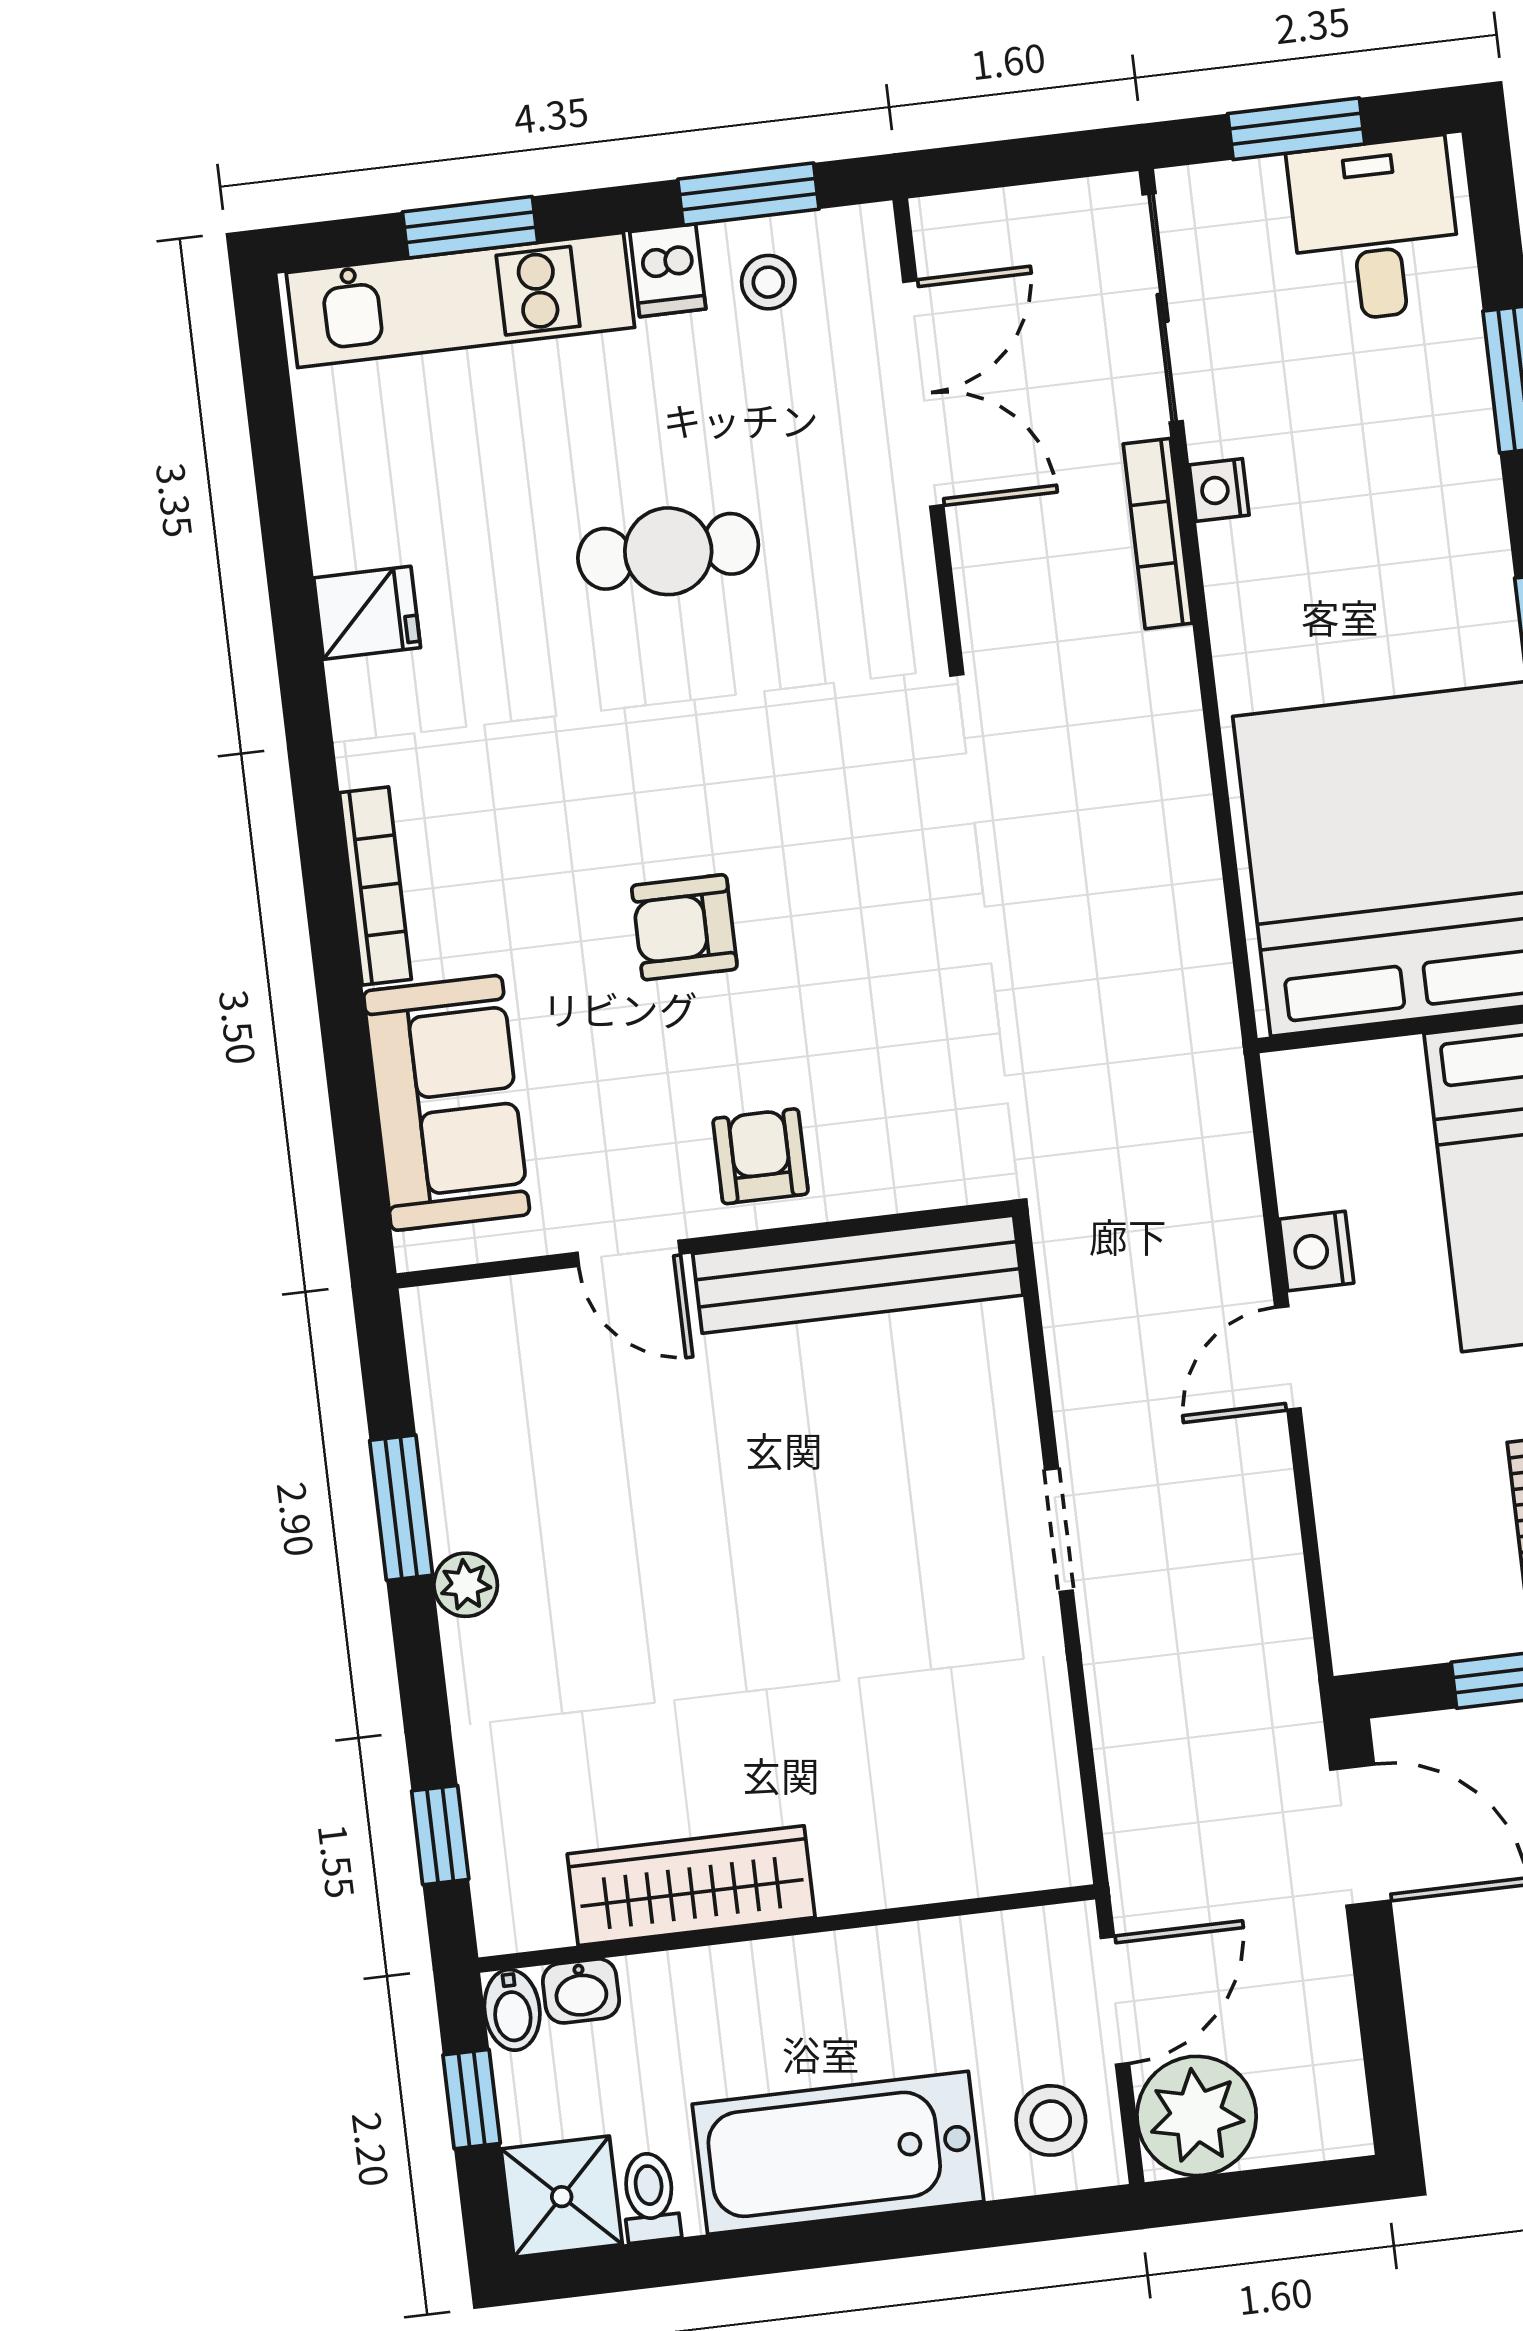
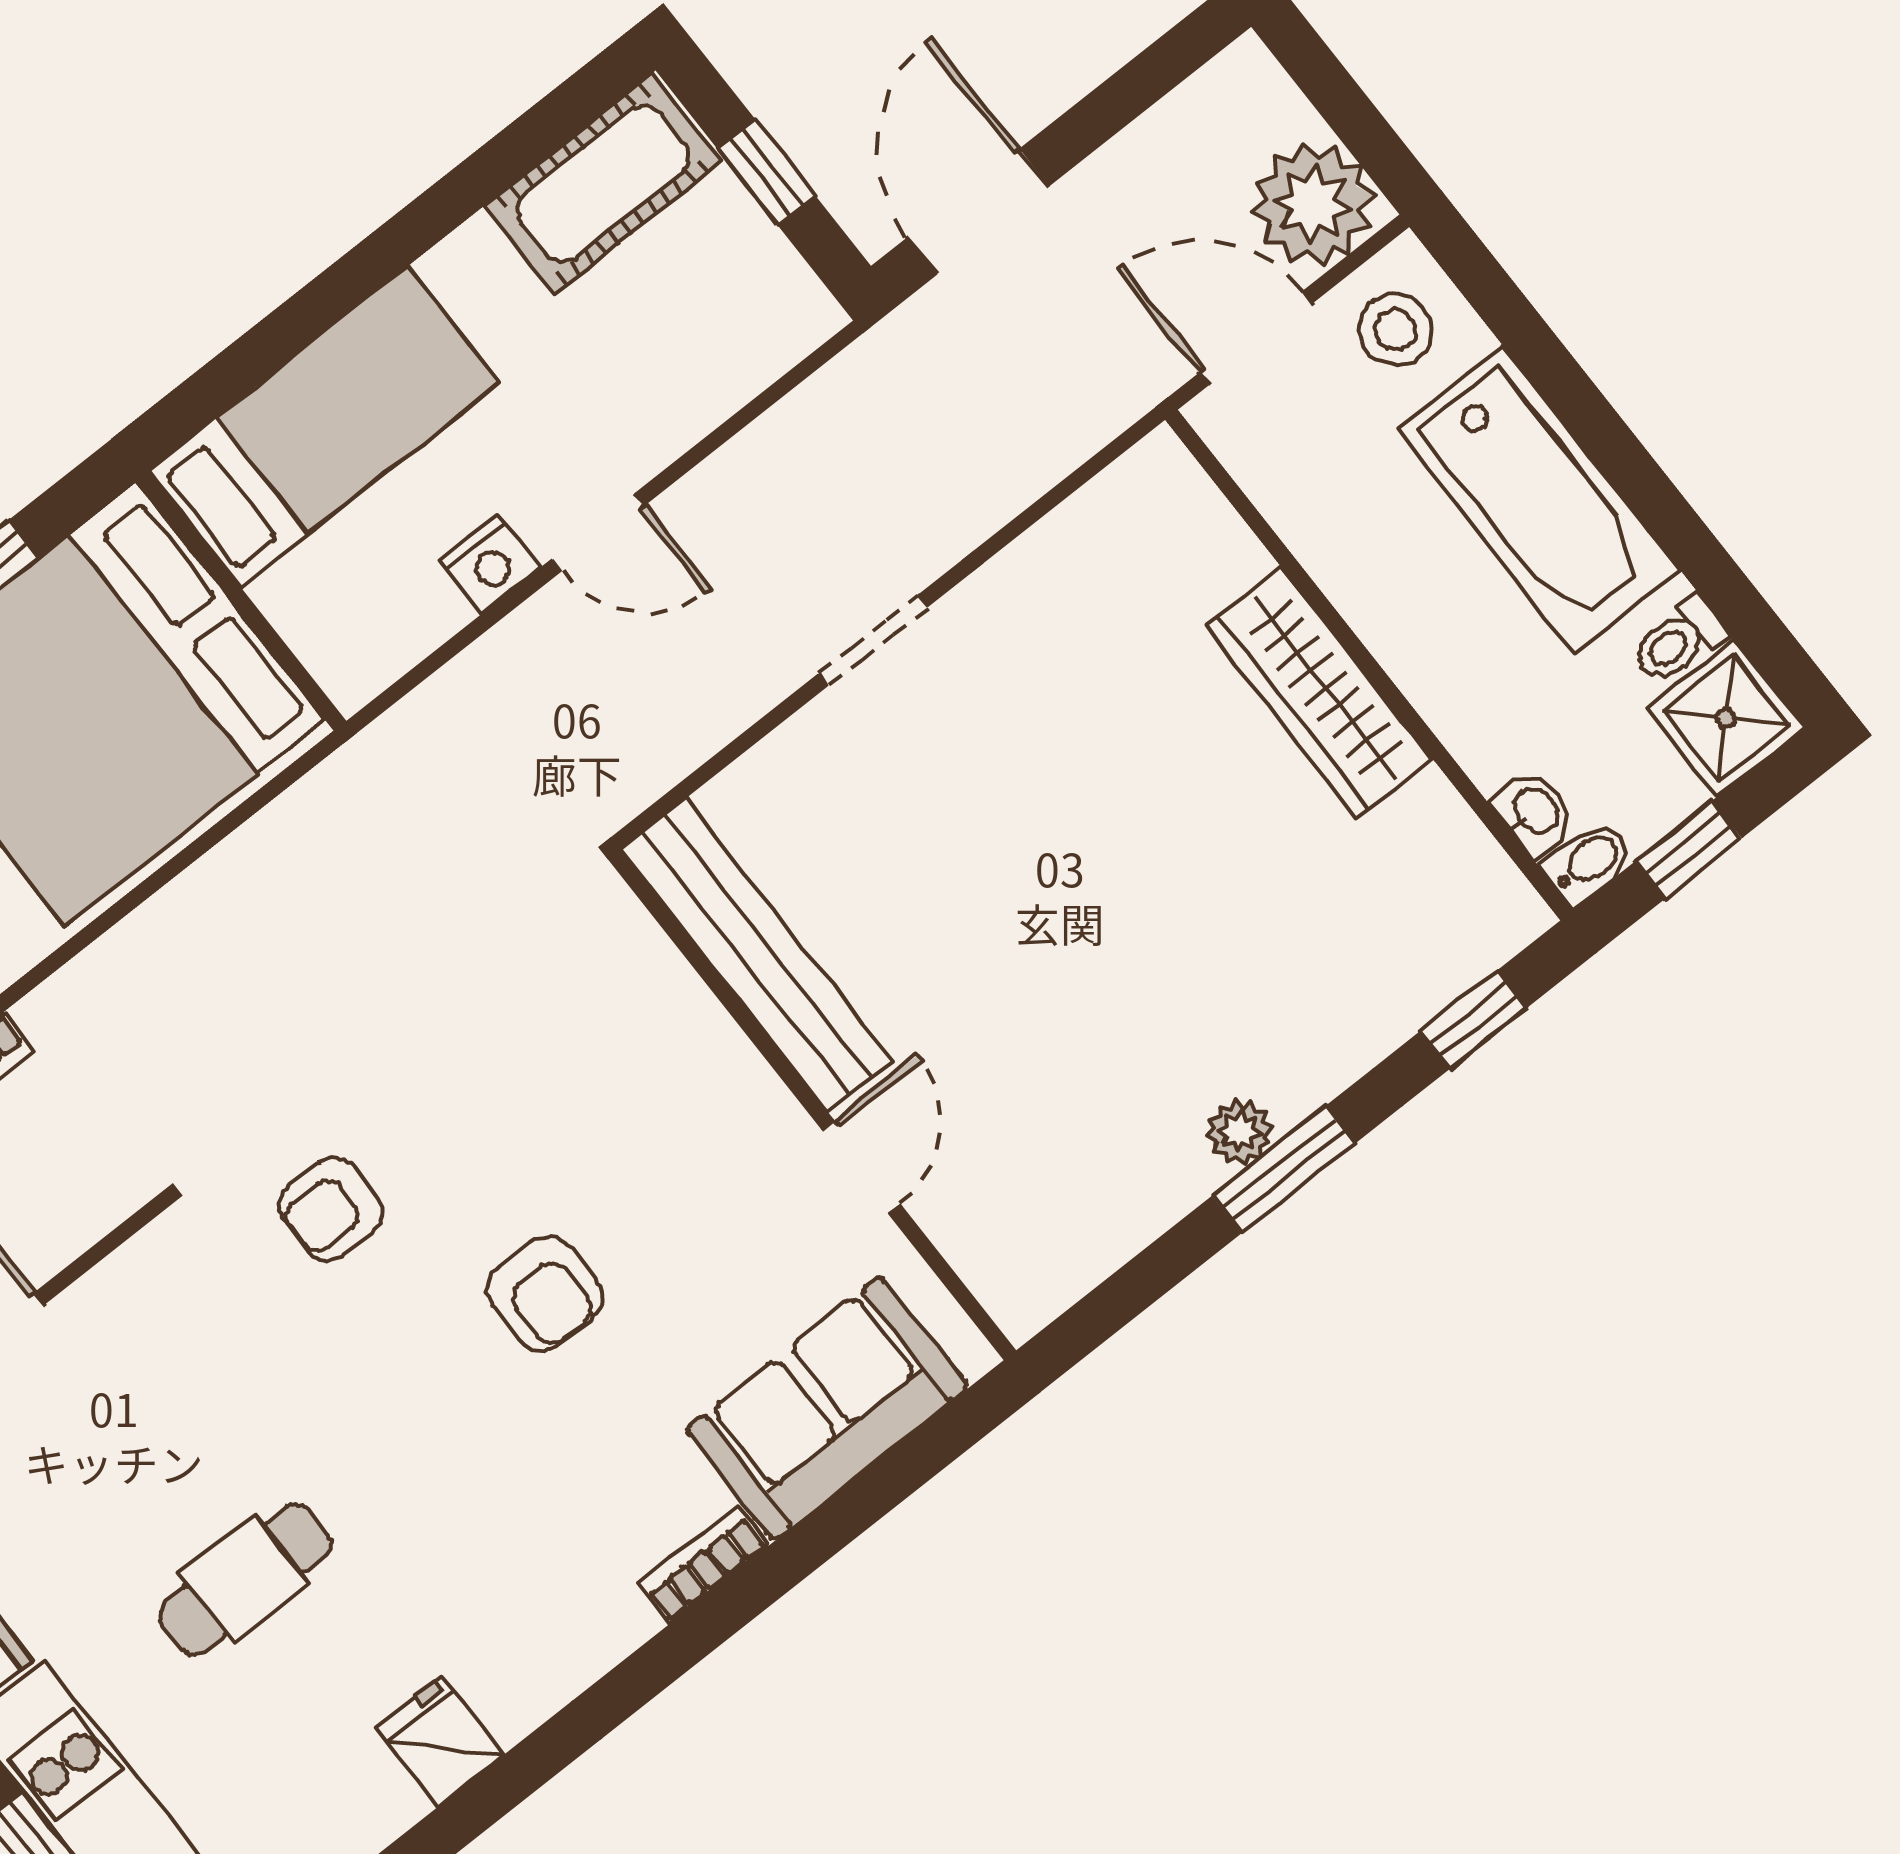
cafe table: (668, 551) -> (245, 1579), moved, turned 90
bookcase: (375, 886) -> (703, 1565), width x0.64
armchair: (761, 1156) -> (331, 1209), moved
window: (401, 1508) -> (1284, 1169), moved
wardrobe: (691, 1886) -> (1320, 692), moved

